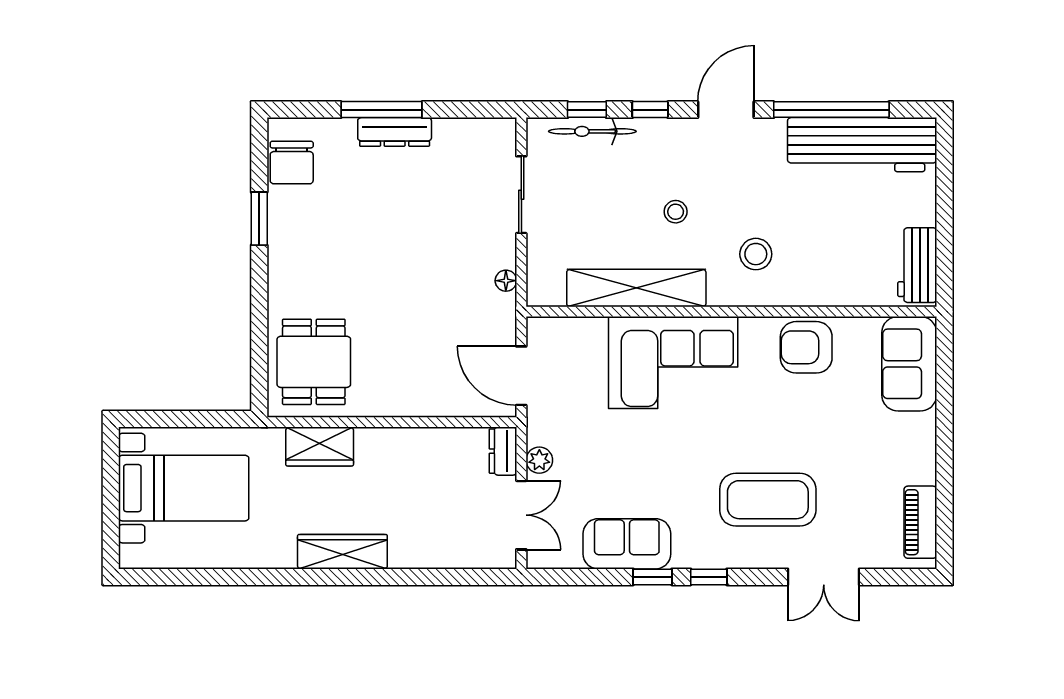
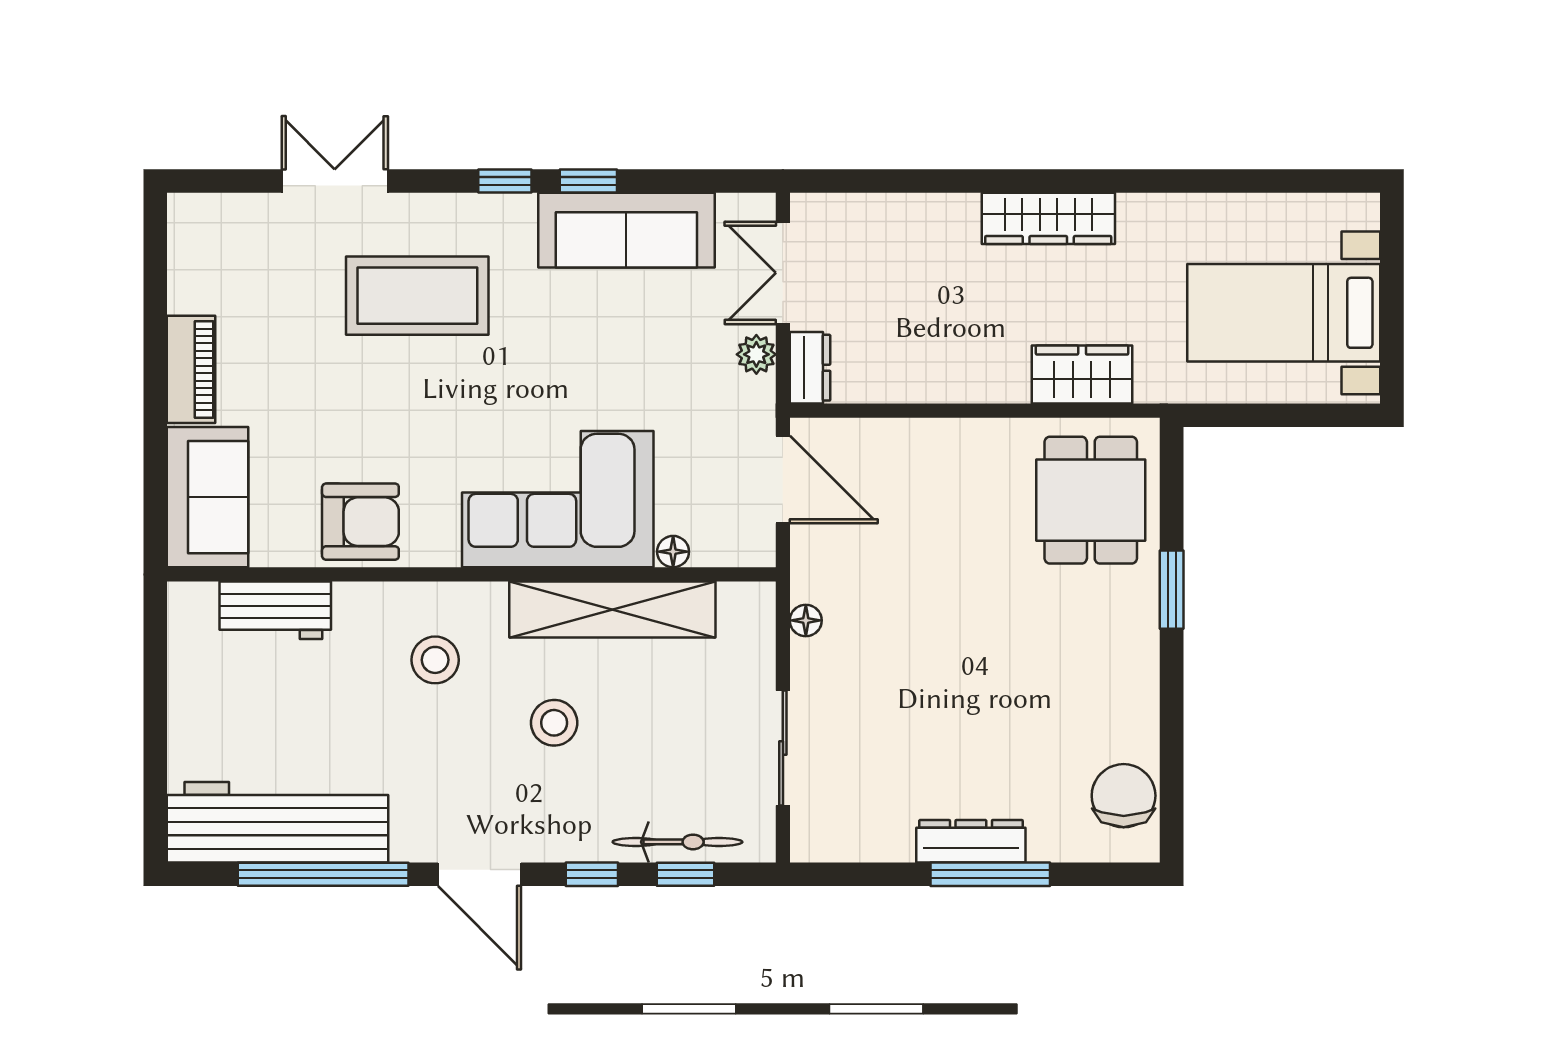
door: (726, 110) -> (480, 874), hinge flipped
stool: (676, 212) -> (554, 723), width x1.37, depth x1.37
window: (259, 219) -> (1172, 590), moved
workbench: (917, 265) -> (275, 610), moved, turned 90
floor lamp: (595, 327) -> (673, 552), added
piano: (920, 522) -> (191, 369), moved
sofa: (627, 544) -> (626, 230), width x1.36

